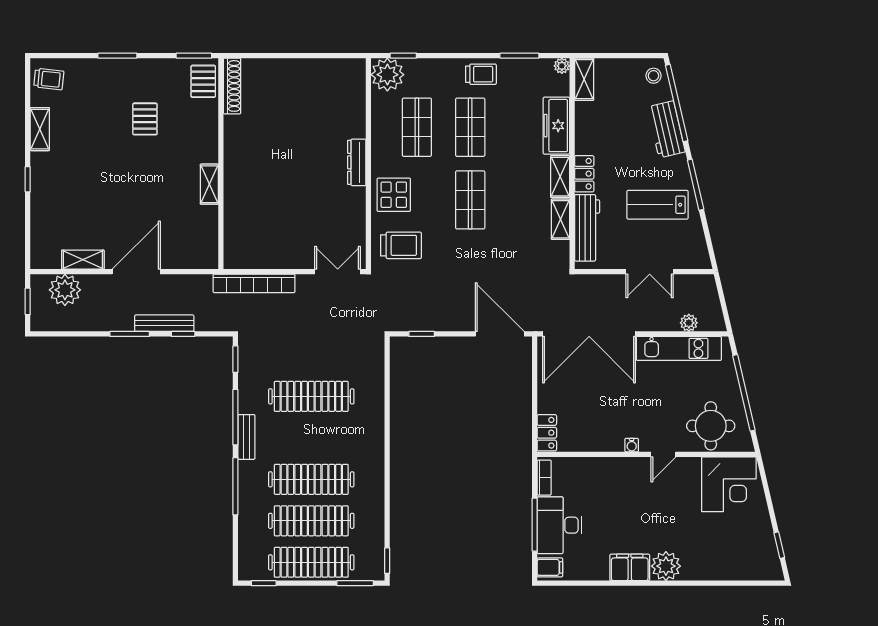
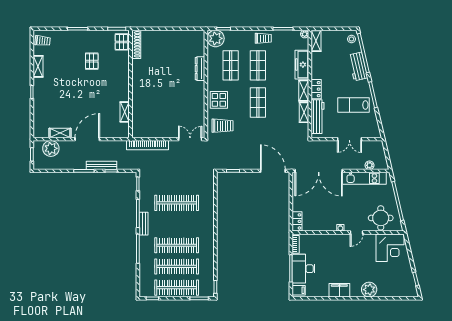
dresser: (357, 162) -> (200, 69), moved
shelving: (209, 184) -> (125, 112), moved
plant: (666, 566) -> (369, 290), moved

